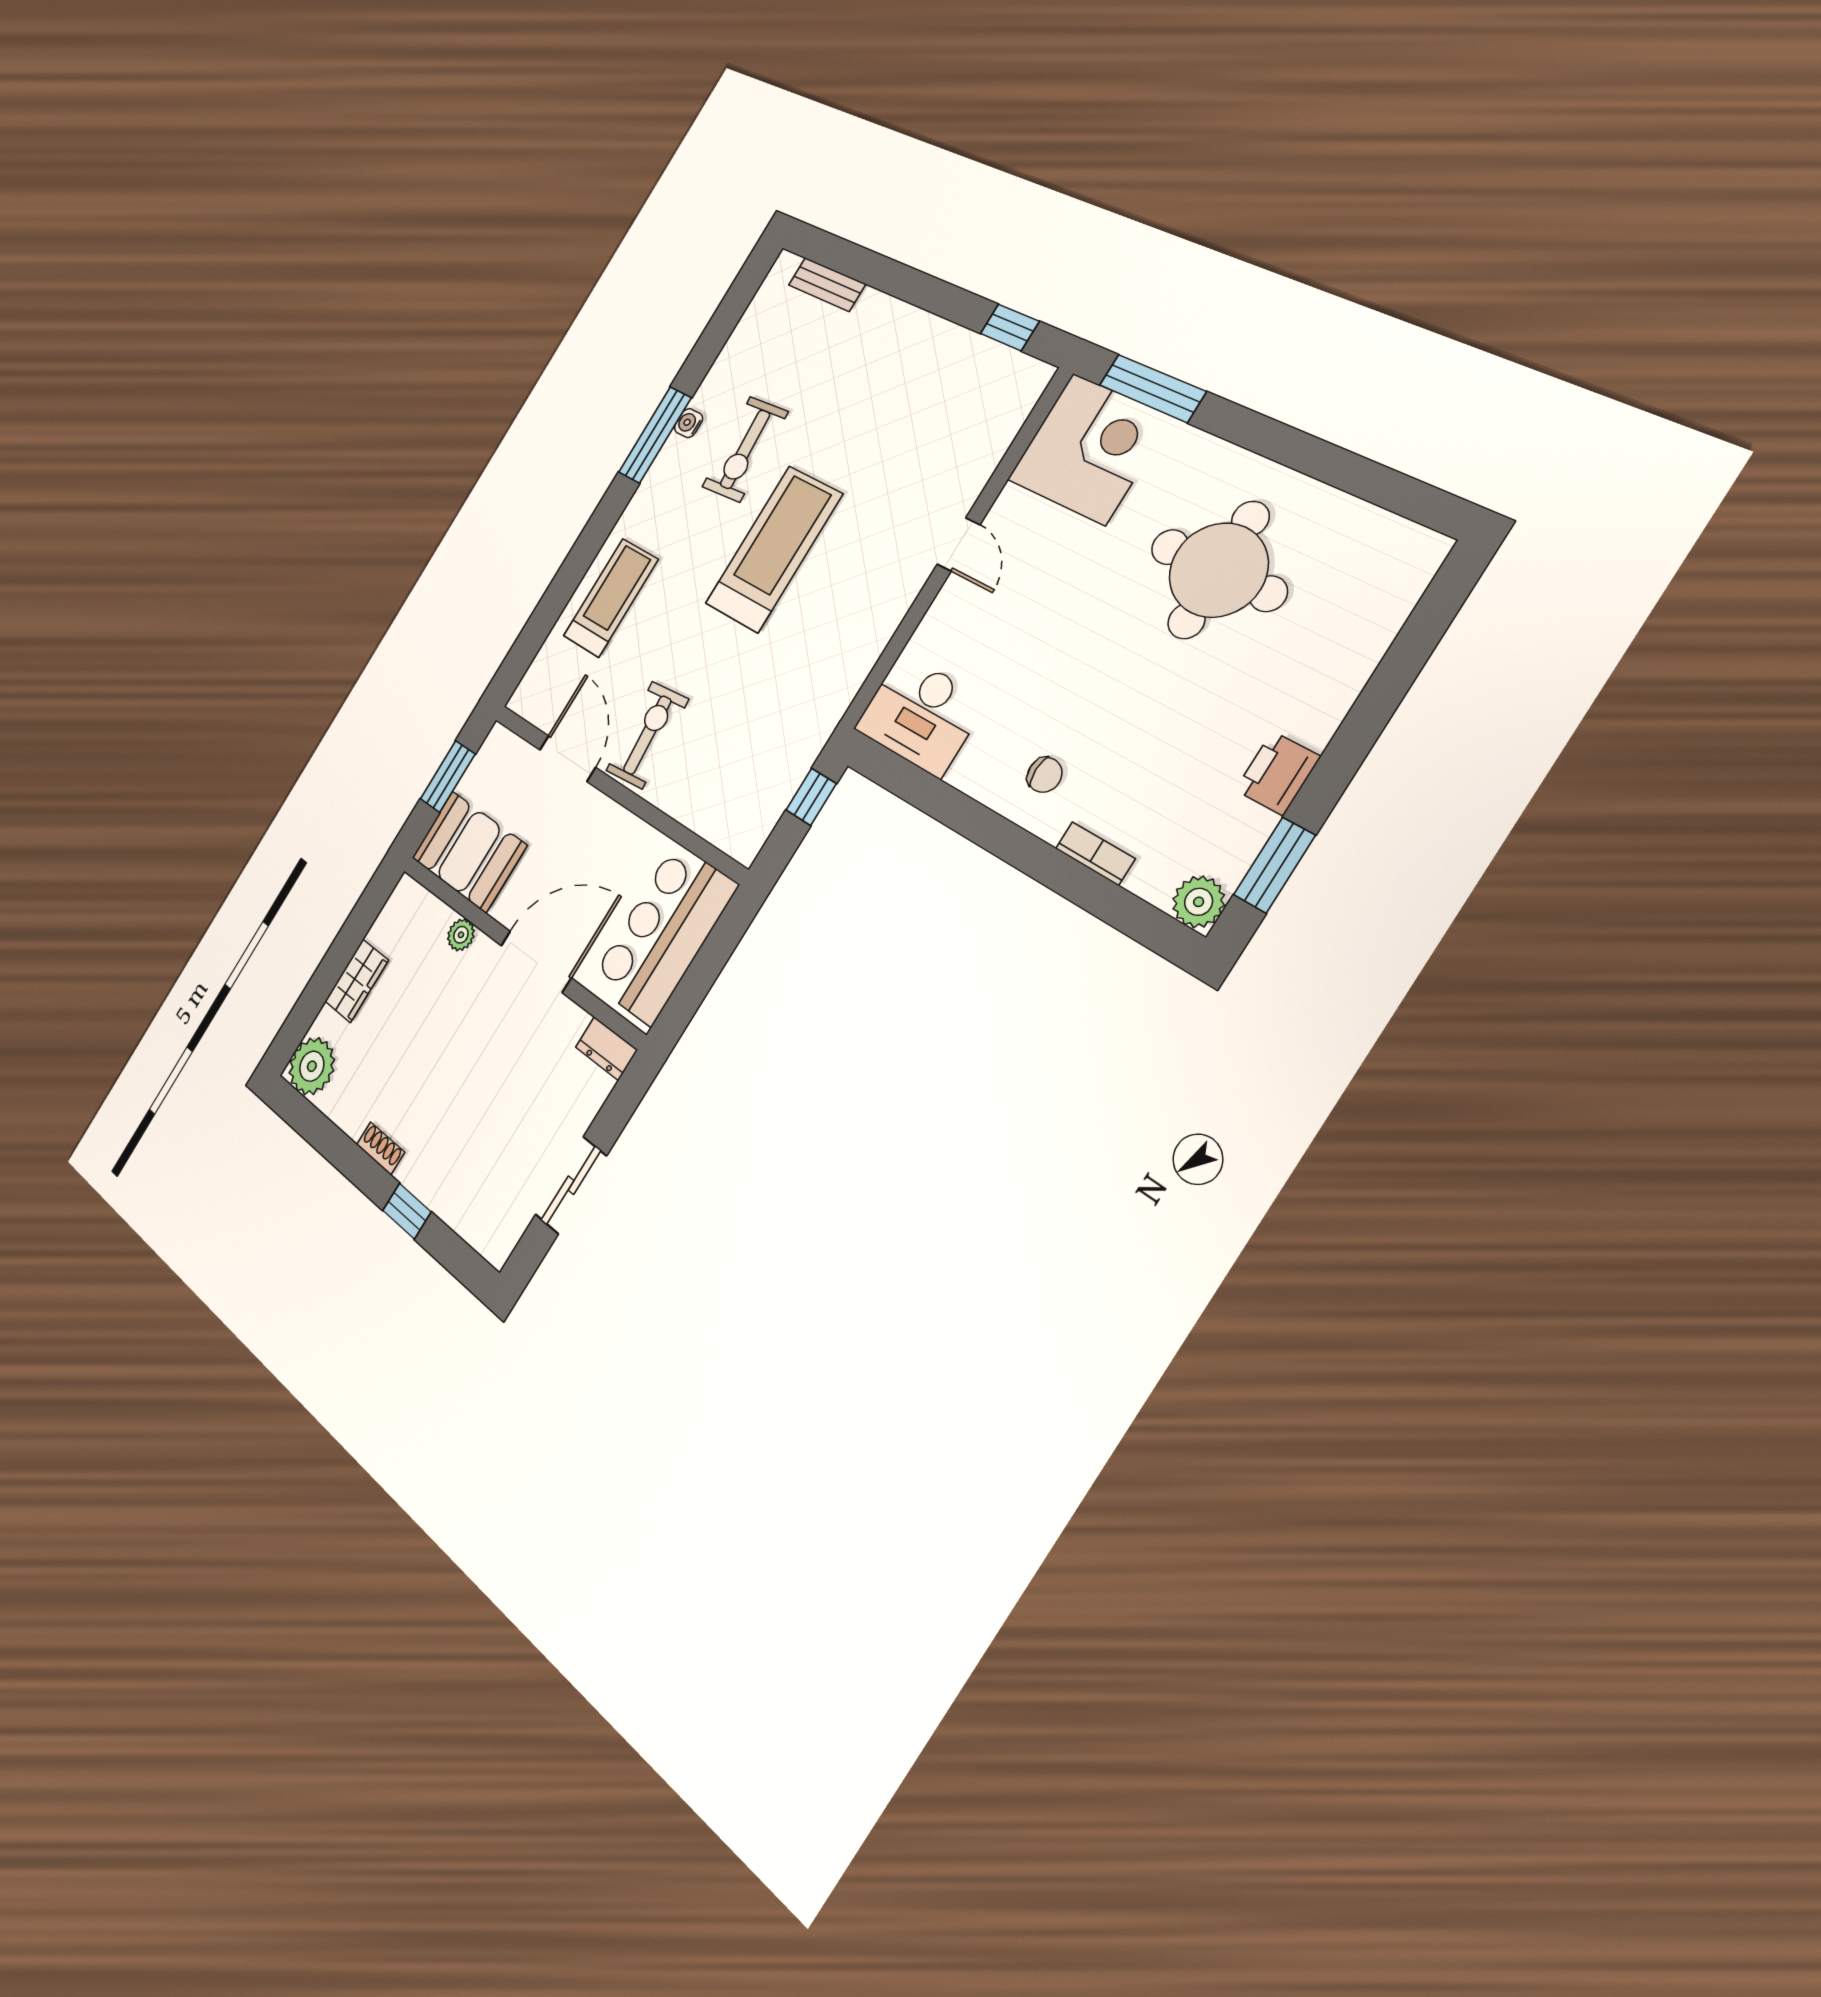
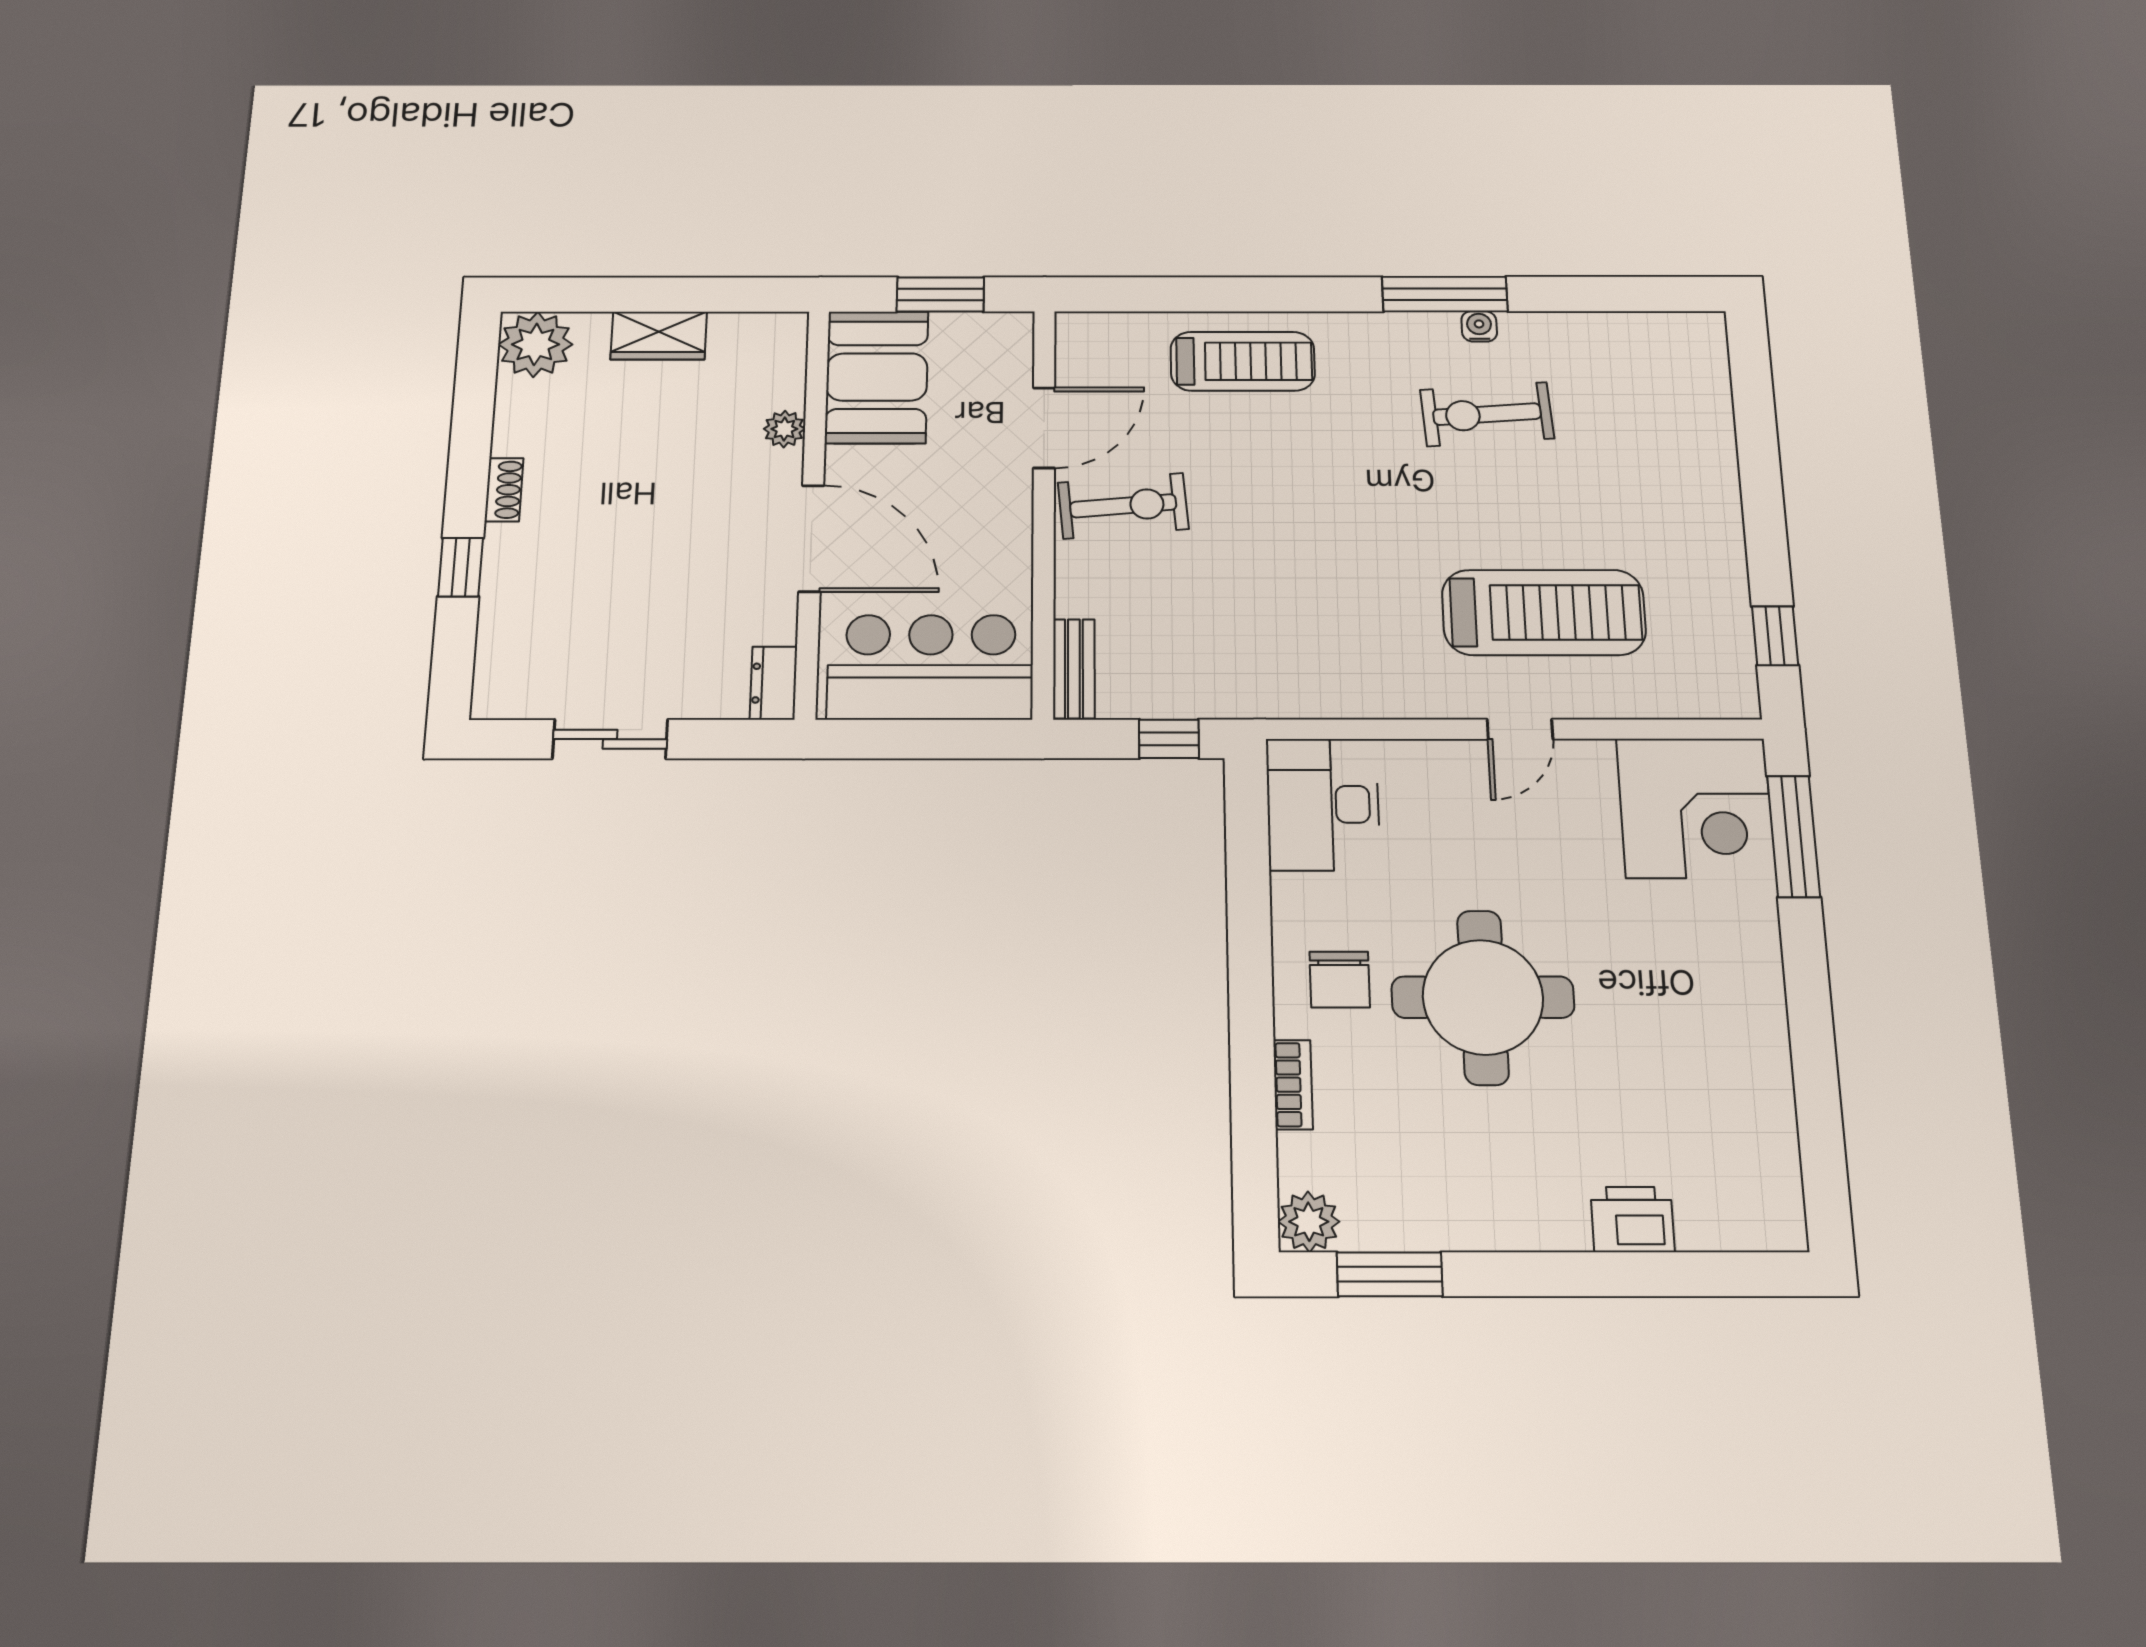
bench: (827, 284) -> (1074, 669), moved
treadmill: (774, 549) -> (1544, 612), moved
round table: (1218, 570) -> (1483, 997), moved
printer: (1278, 773) -> (1632, 1219), moved
chair: (1045, 775) -> (1340, 979), width x1.37, depth x1.37

